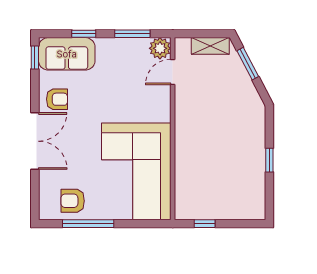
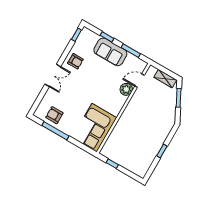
plant: (160, 48) -> (126, 89), moved
sofa: (67, 54) -> (110, 52), moved
double door: (35, 141) -> (53, 75), width x0.73
corner sofa: (136, 171) -> (94, 128), width x0.73, depth x0.74

